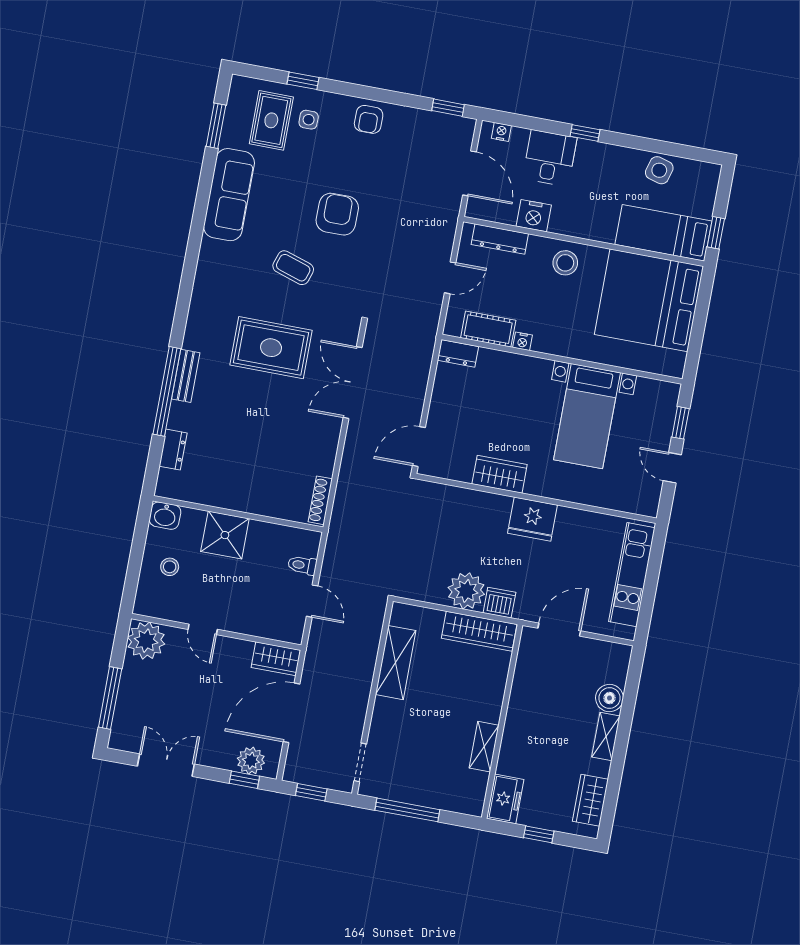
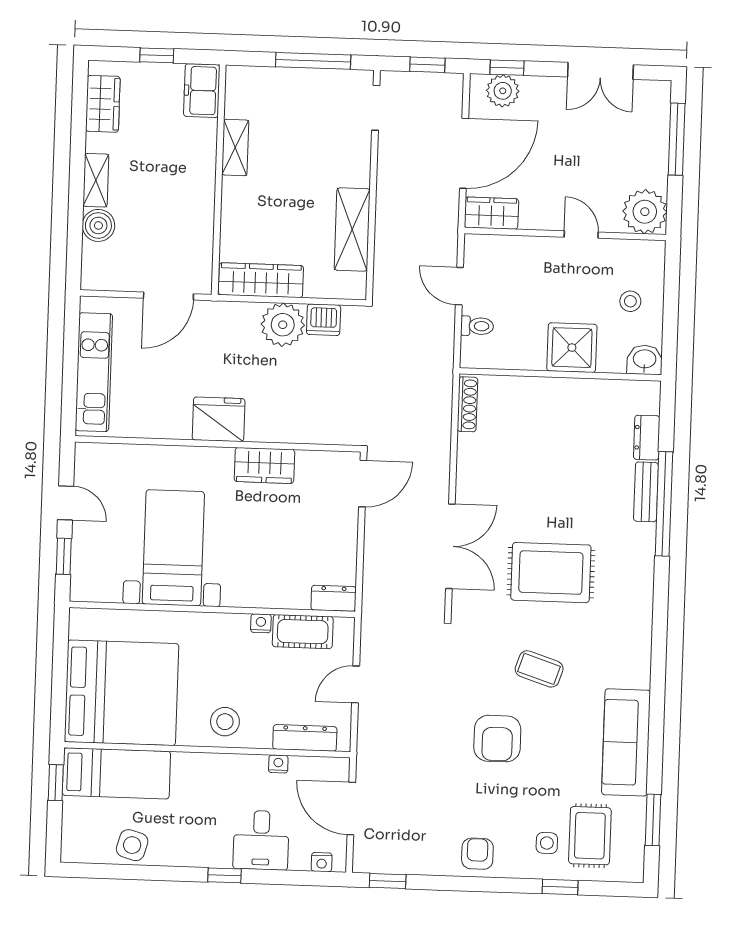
nightstand: (534, 216) -> (278, 764), width x0.53, depth x0.56
bench: (186, 376) -> (646, 492), moved
dishwasher: (499, 603) -> (324, 320), moved

